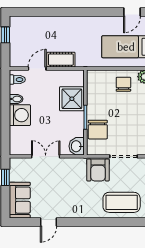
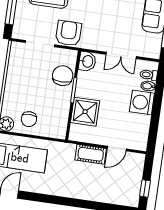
toilet: (17, 80) -> (149, 75), moved
bidet: (16, 99) -> (148, 86), moved

